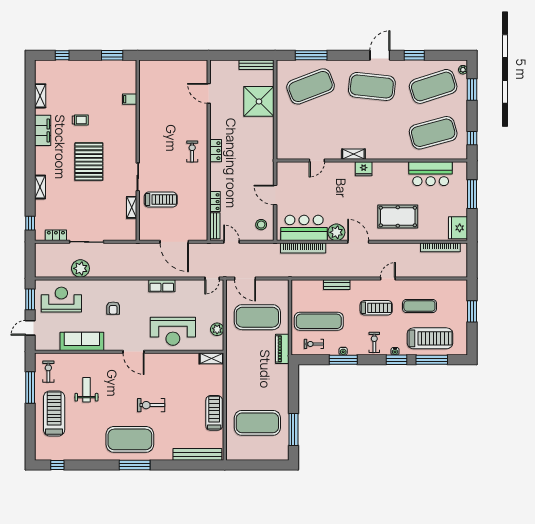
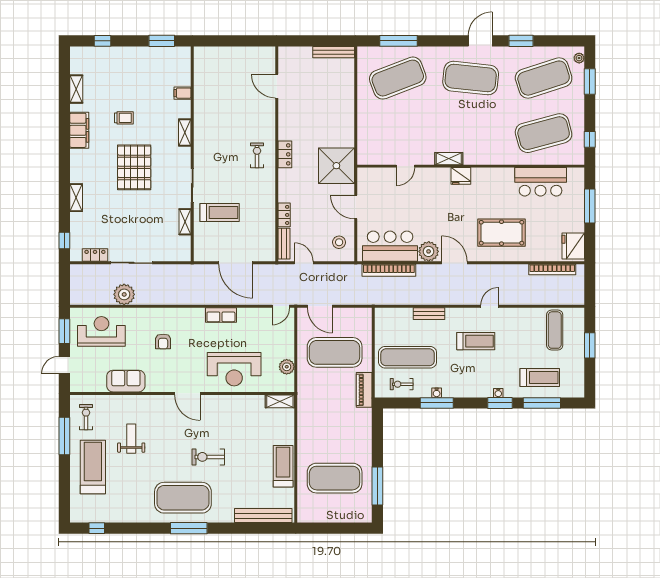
shower: (259, 101) -> (336, 166), moved
shelving: (131, 132) -> (185, 133), added
exercise mat: (419, 306) -> (555, 330), moved, turned 90
treadmill: (430, 338) -> (540, 377), width x0.73, depth x0.73
sofa: (82, 341) -> (126, 381), width x0.73
exercise bike: (374, 342) -> (474, 382), removed

